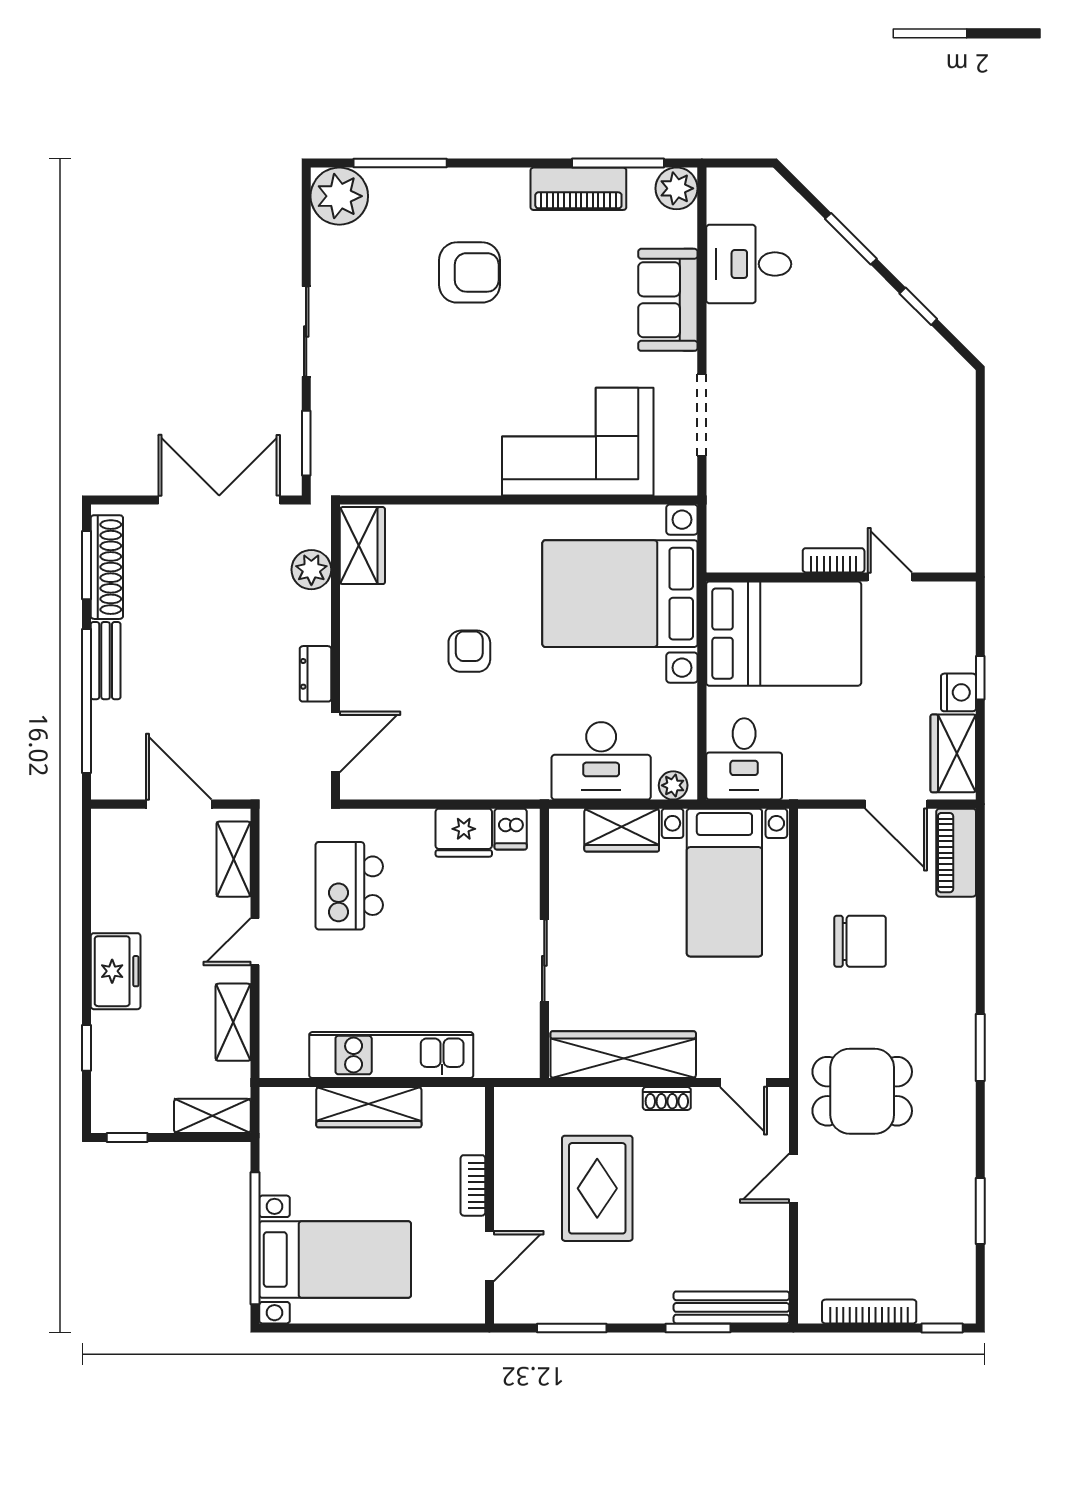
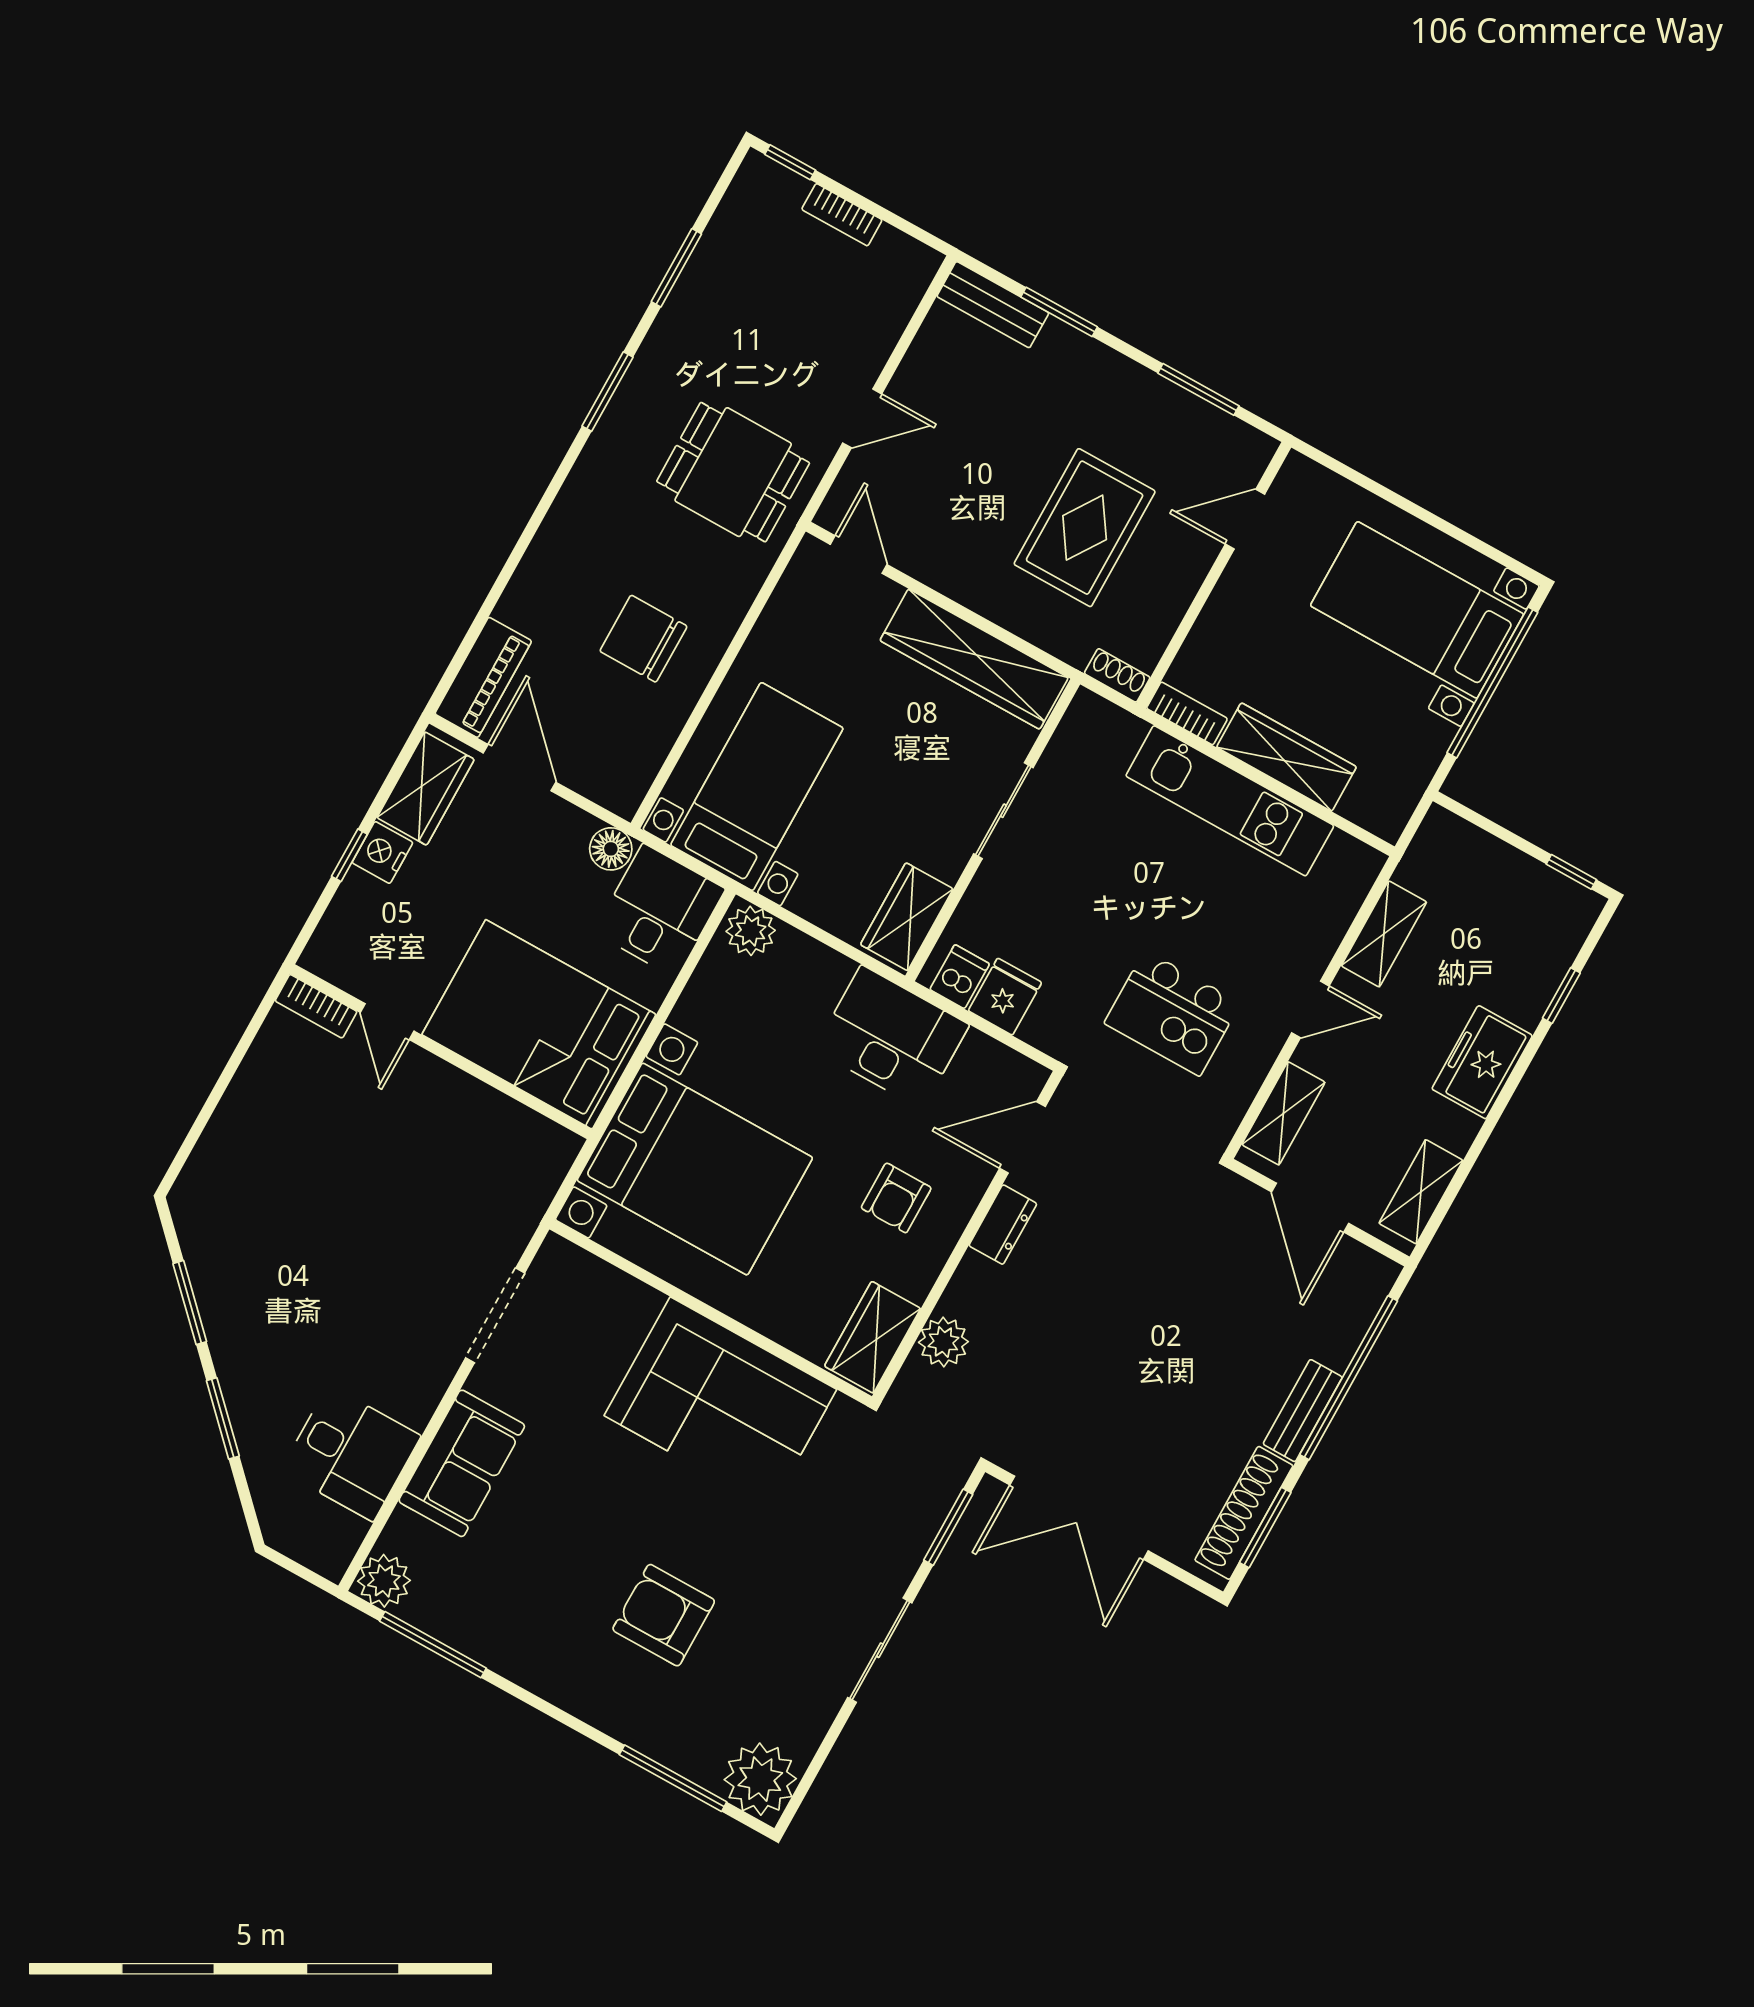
piano: (578, 189) -> (492, 1641), removed
window: (918, 306) -> (190, 1303), width x1.50
corner sofa: (578, 442) -> (720, 1403), moved
wardrobe: (362, 546) -> (872, 1337), moved
bookcase: (834, 560) -> (316, 1006), moved
plant: (311, 570) -> (943, 1342), moved
wall: (336, 652) -> (967, 1236), moved
dresser: (315, 674) -> (1003, 1225), moved
door: (336, 742) -> (1022, 1137), moved
desk: (601, 761) -> (892, 1037), moved
floor lamp: (802, 783) -> (611, 849), added
plant: (673, 785) -> (751, 931), width x1.38, depth x1.38
wardrobe: (622, 830) -> (907, 917), moved, turned -90
fridge: (464, 833) -> (1005, 997), width x0.72
kitchen island: (349, 886) -> (1172, 1013), turned 90
window: (980, 1047) -> (607, 392), moved
shoe rack: (667, 1099) -> (1117, 675), moved
shelving: (212, 1116) -> (1421, 1192), moved, turned 90
bookcase: (473, 1185) -> (1187, 713), moved, turned -90
bench: (731, 1307) -> (993, 305), width x0.73
bookcase: (869, 1312) -> (842, 215), width x0.64

